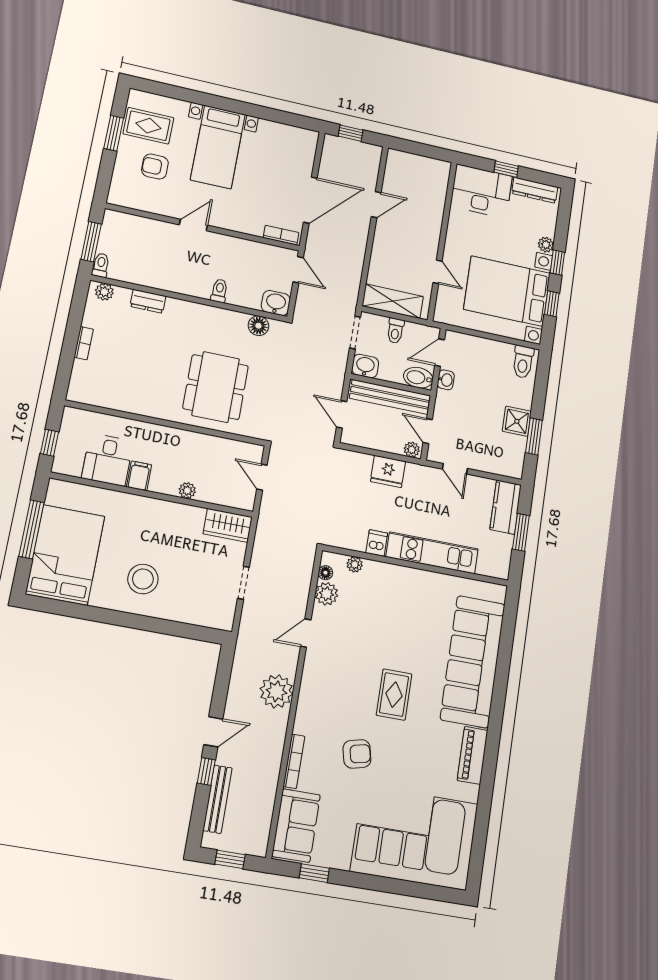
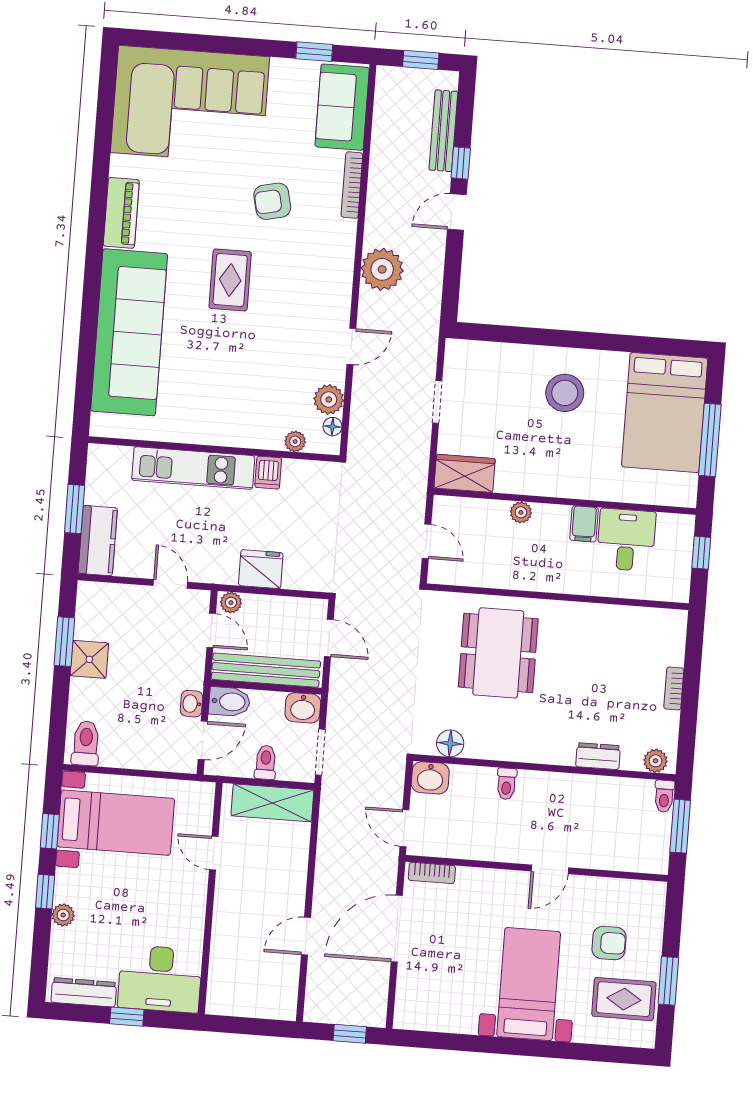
bed with nightstands: (507, 291) -> (116, 823), width x0.73

